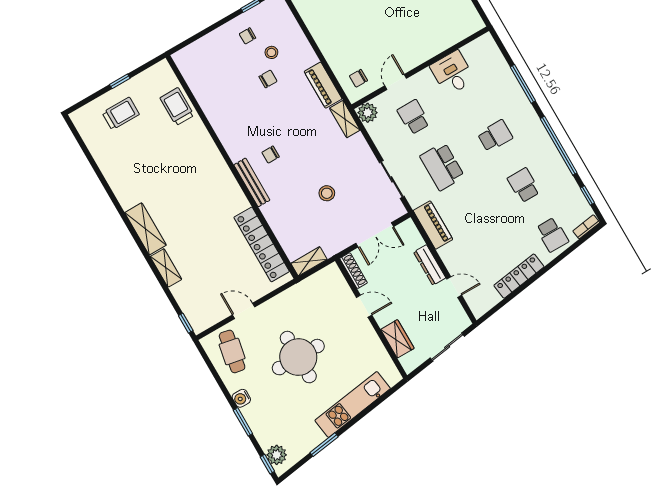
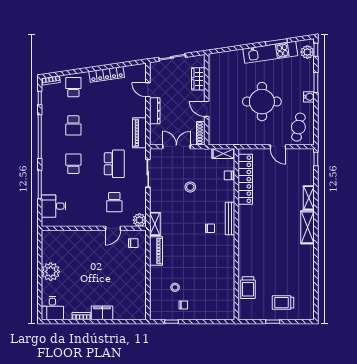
desk: (452, 73) -> (54, 206), moved, turned 90
chair: (268, 79) -> (229, 175), moved
school desk: (495, 136) -> (73, 164), turned 90
kitchen unit: (353, 404) -> (270, 52), moved

